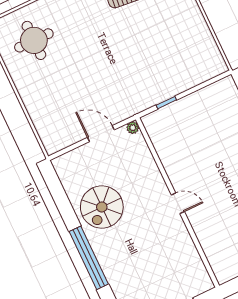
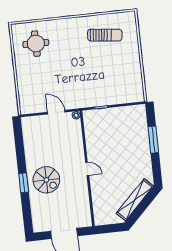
spiral stairs: (102, 207) -> (46, 180), moved, turned -90
window: (89, 258) -> (24, 183), width x0.47

